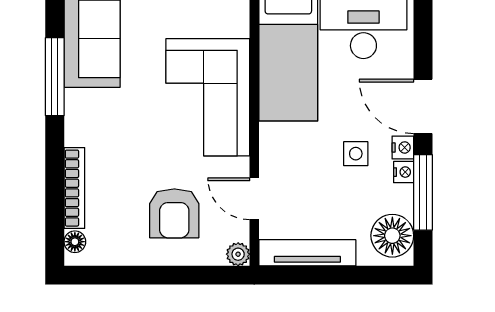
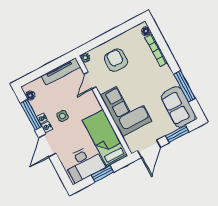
door: (423, 106) -> (47, 146), swing flipped
door: (254, 199) -> (90, 81), swing flipped
floor lamp: (392, 236) -> (30, 95), width x0.53, depth x0.53

